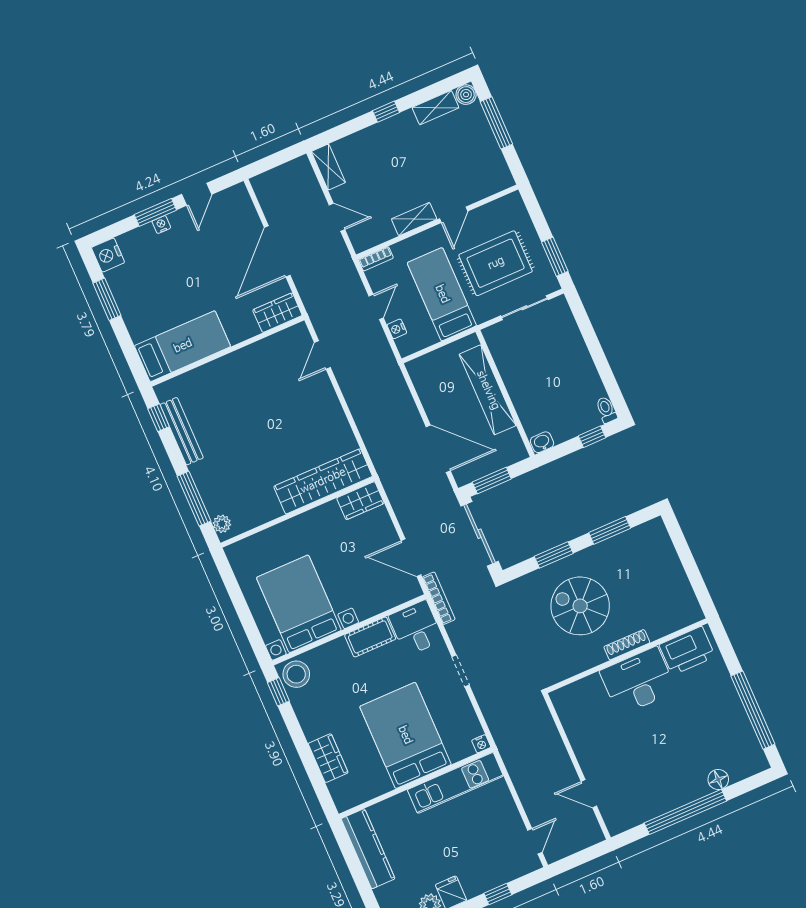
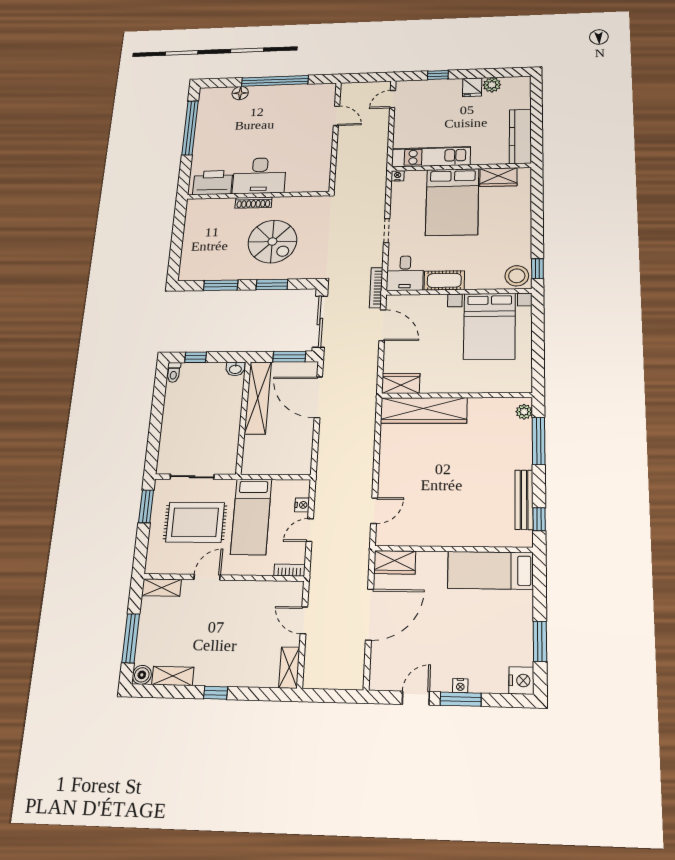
shelving: (414, 219) -> (161, 588), moved
shelving: (488, 390) -> (258, 398), moved
wardrobe: (328, 758) -> (498, 177), moved, turned -90

